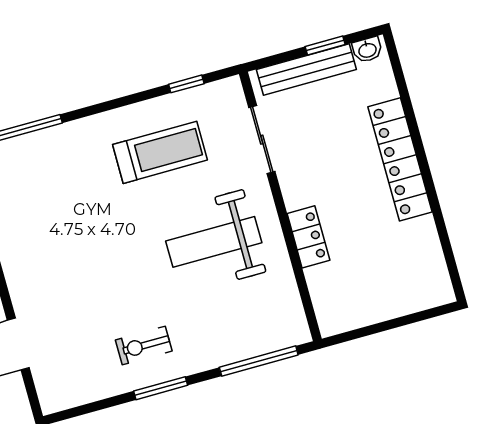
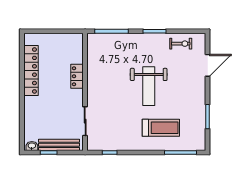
treadmill: (160, 152) -> (161, 128), moved, turned 180
locker: (400, 159) -> (31, 70), moved
weight bench: (214, 242) -> (149, 86), moved, turned 90
exercise bike: (144, 345) -> (181, 44), moved

